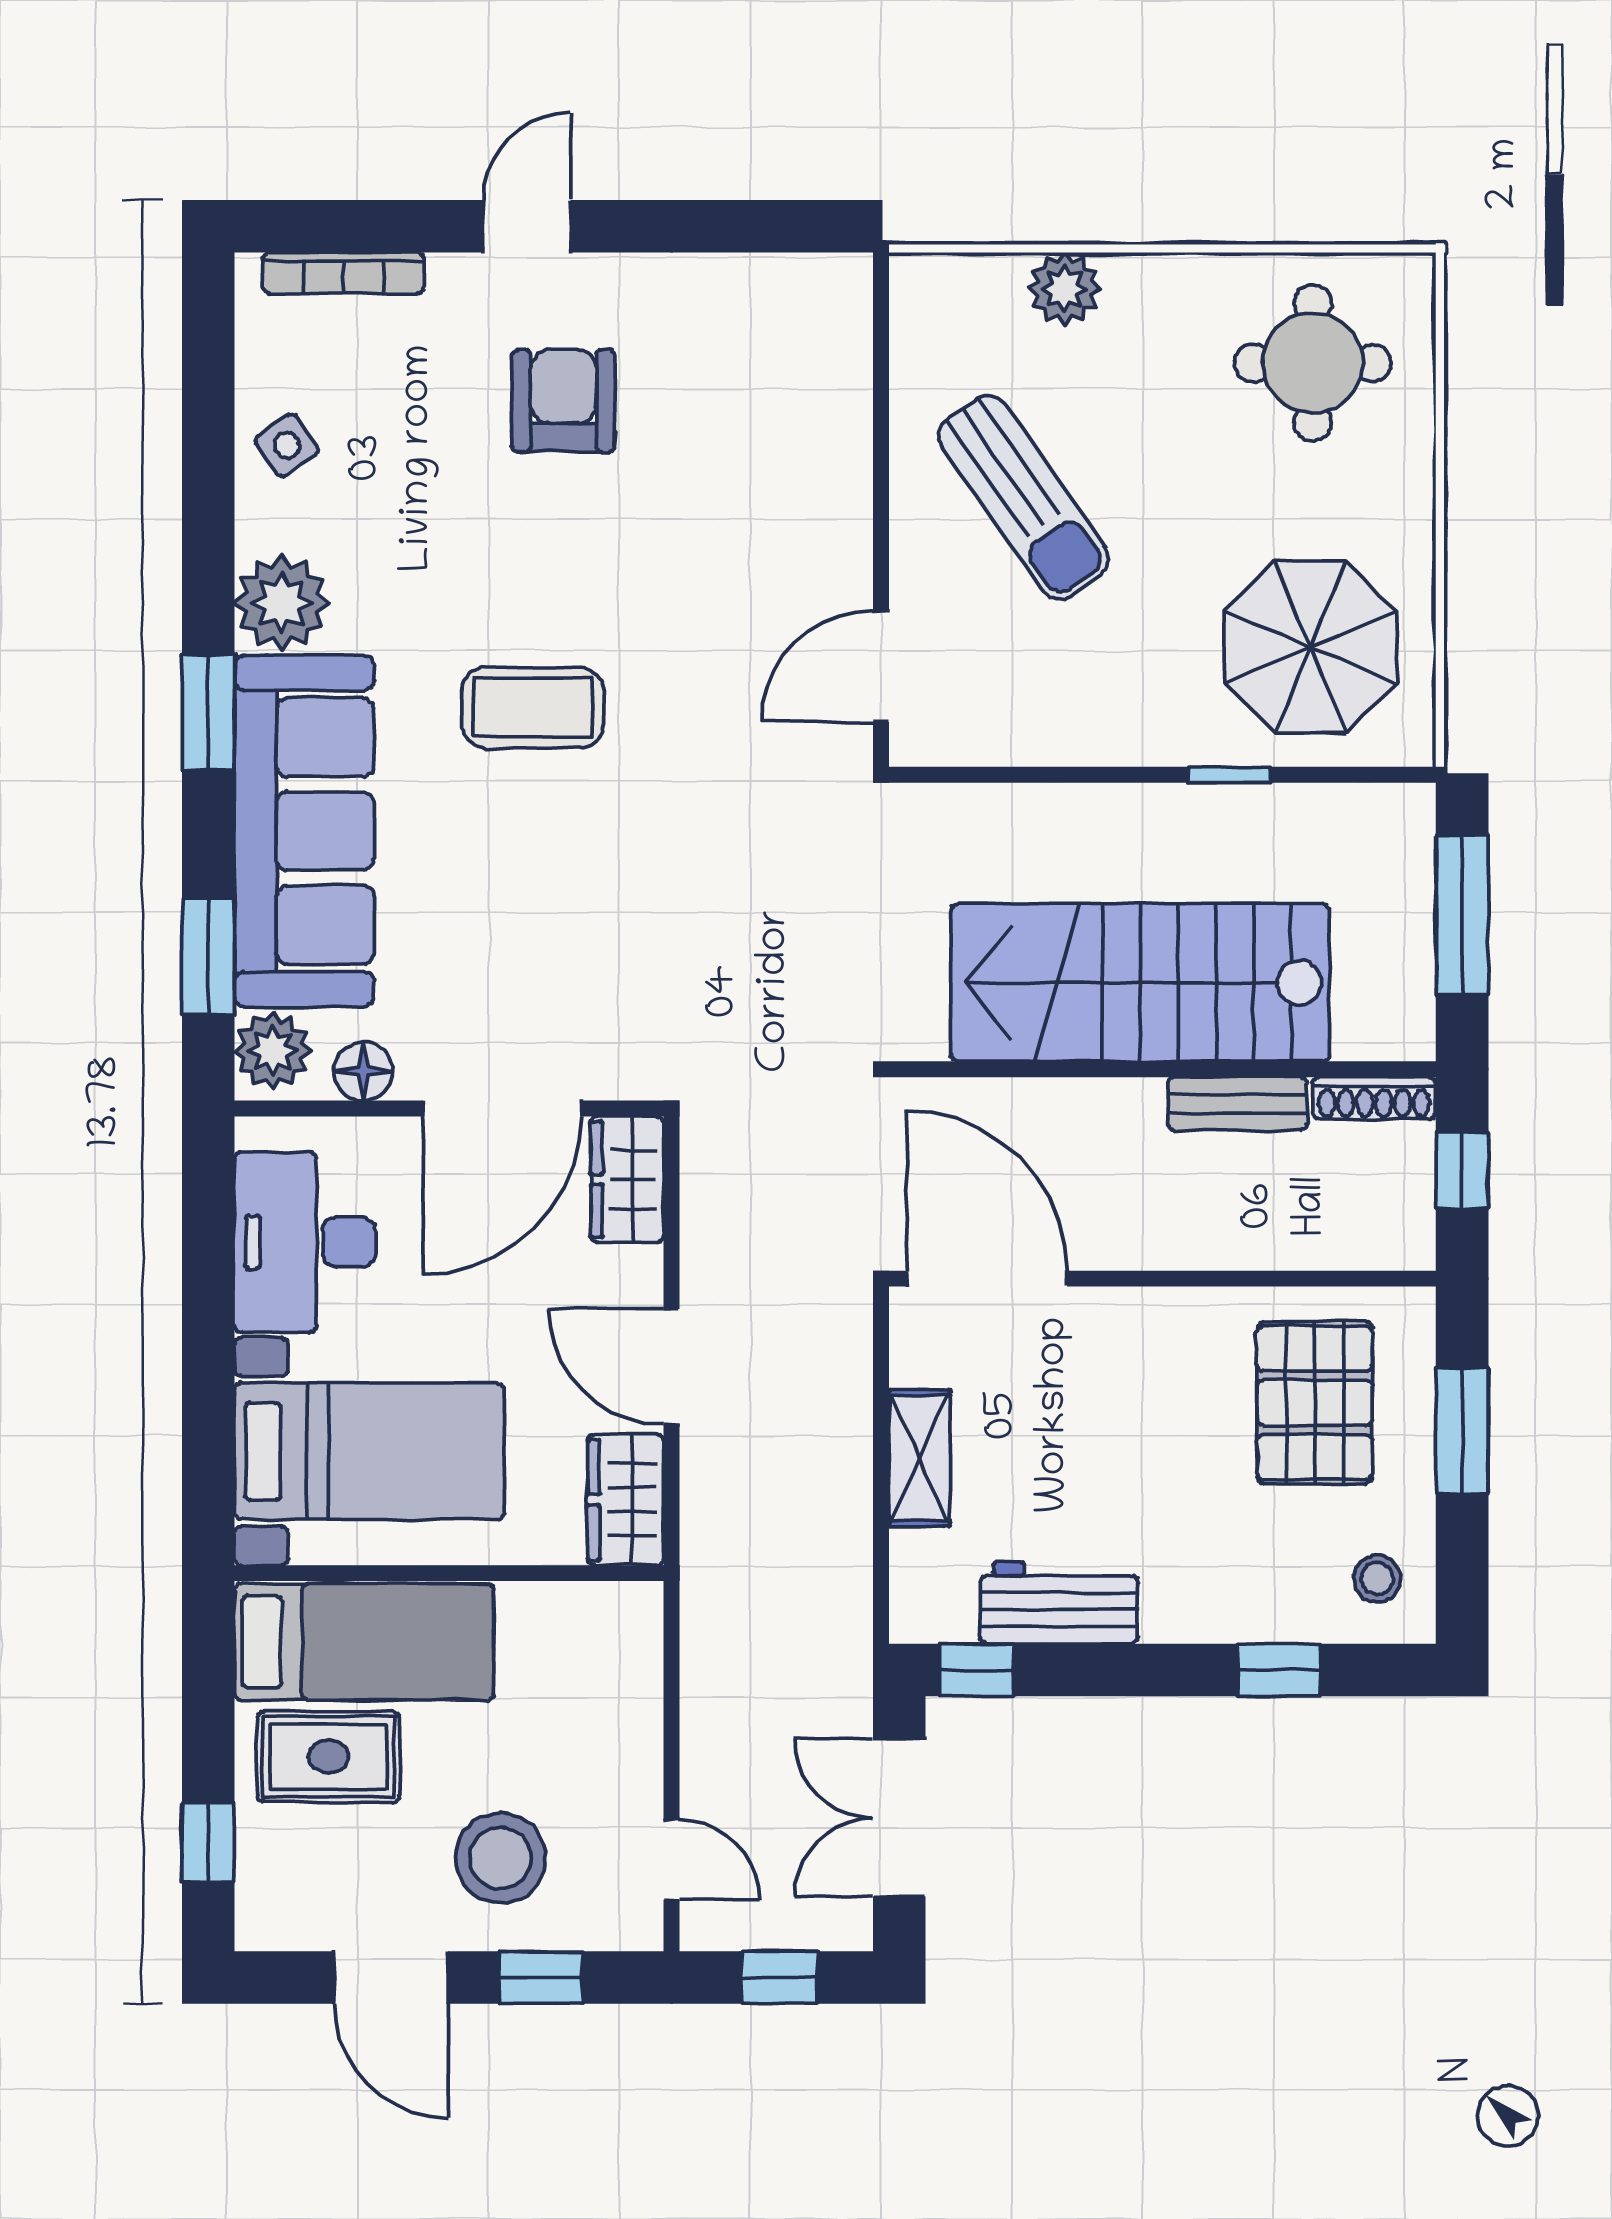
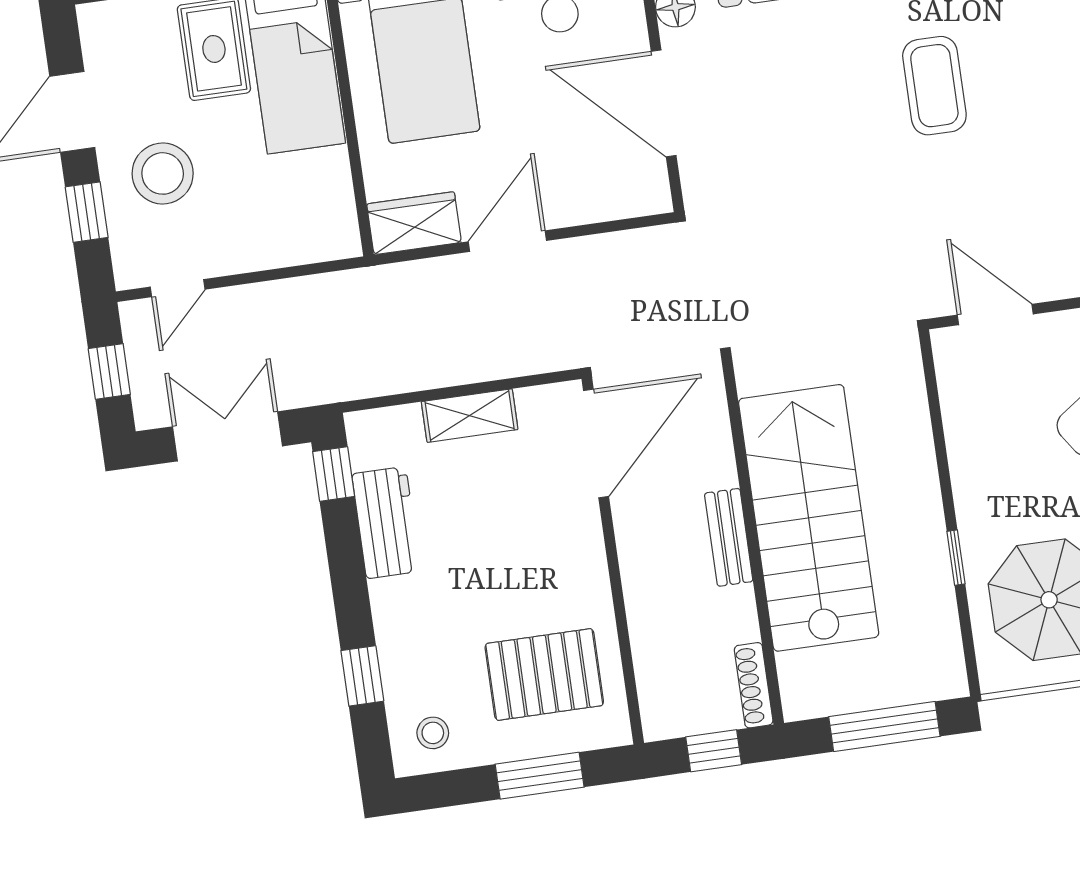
bench: (1237, 1104) -> (729, 537), moved
wardrobe: (627, 1179) -> (628, 194), removed

